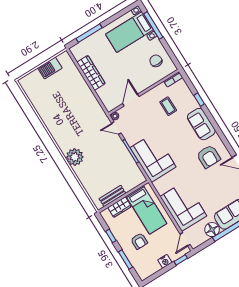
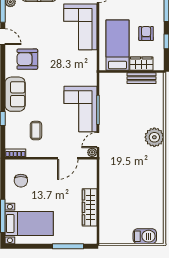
barbecue: (50, 68) -> (145, 236), moved
door: (116, 128) -> (98, 140), swing flipped
corner sofa: (153, 157) -> (80, 109), moved
armchair: (208, 157) -> (27, 59), turned -90
armchair: (139, 241) -> (146, 34), moved

